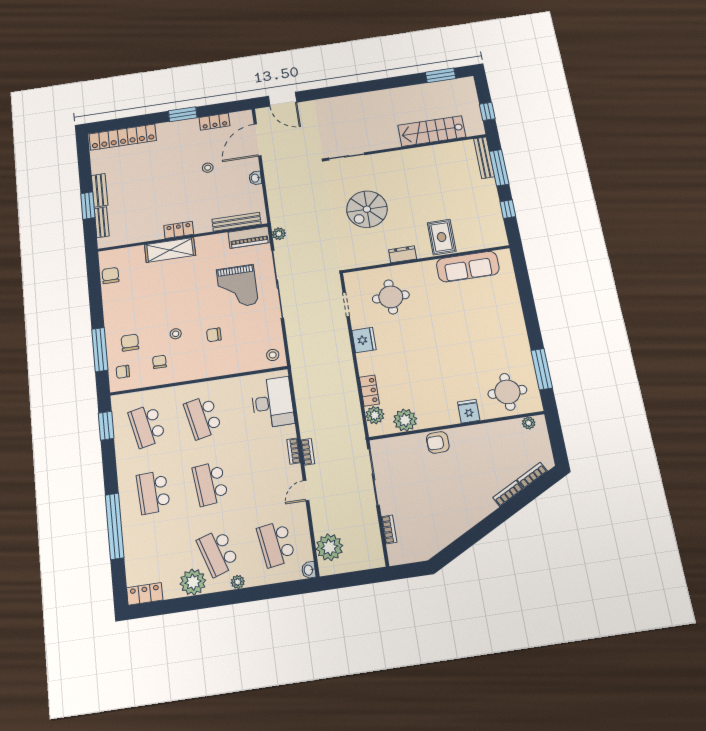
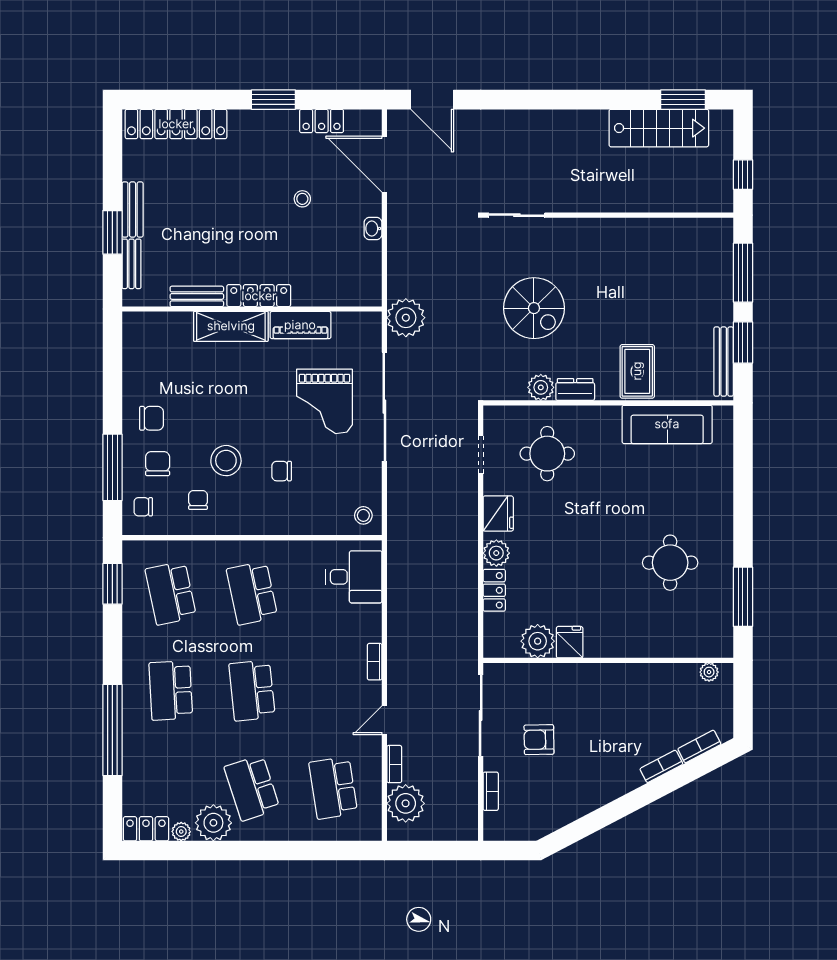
stairs: (432, 131) -> (659, 128), moved, turned 180
door: (258, 140) -> (384, 164), hinge flipped
bench: (484, 158) -> (724, 362), moved
spiral stairs: (367, 209) -> (534, 308), turned -90
window: (508, 209) -> (743, 343), width x1.50
bench: (236, 222) -> (197, 296), moved, width x0.73
locker: (179, 230) -> (259, 296), width x1.53
plant: (279, 234) -> (406, 318), width x1.87, depth x1.87
piano: (249, 237) -> (300, 325), moved
plant: (379, 256) -> (541, 387), added
chair: (110, 276) -> (152, 418), moved, turned 90
stool: (176, 334) -> (226, 461), width x1.89, depth x1.89
round table: (507, 392) -> (670, 563), moved
desk: (272, 403) -> (354, 577), width x0.73
fridge: (469, 411) -> (570, 642), moved
plant: (375, 415) -> (496, 553), moved
armchair: (438, 442) -> (539, 740), moved
bookcase: (308, 452) -> (394, 764), moved
washbasin: (309, 570) -> (373, 830), removed
plant: (238, 582) -> (181, 832), moved

